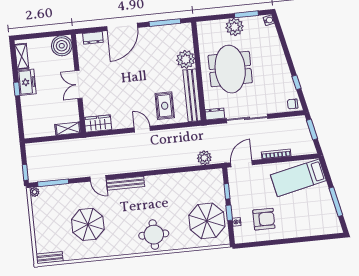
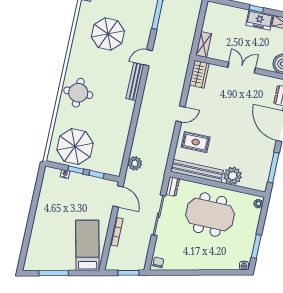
plant: (235, 27) -> (258, 204), moved, width x0.53, depth x0.53
window: (296, 82) -> (177, 273), removed
armchair: (264, 219) -> (59, 200), removed

